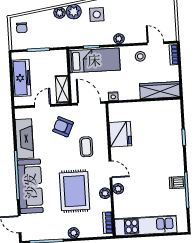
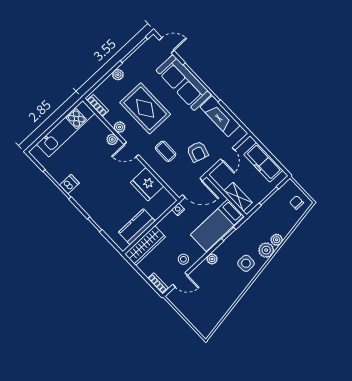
shelving: (62, 89) -> (238, 197), moved
kitchen counter: (154, 109) -> (137, 227), added
armchair: (63, 127) -> (197, 152), turned 82

